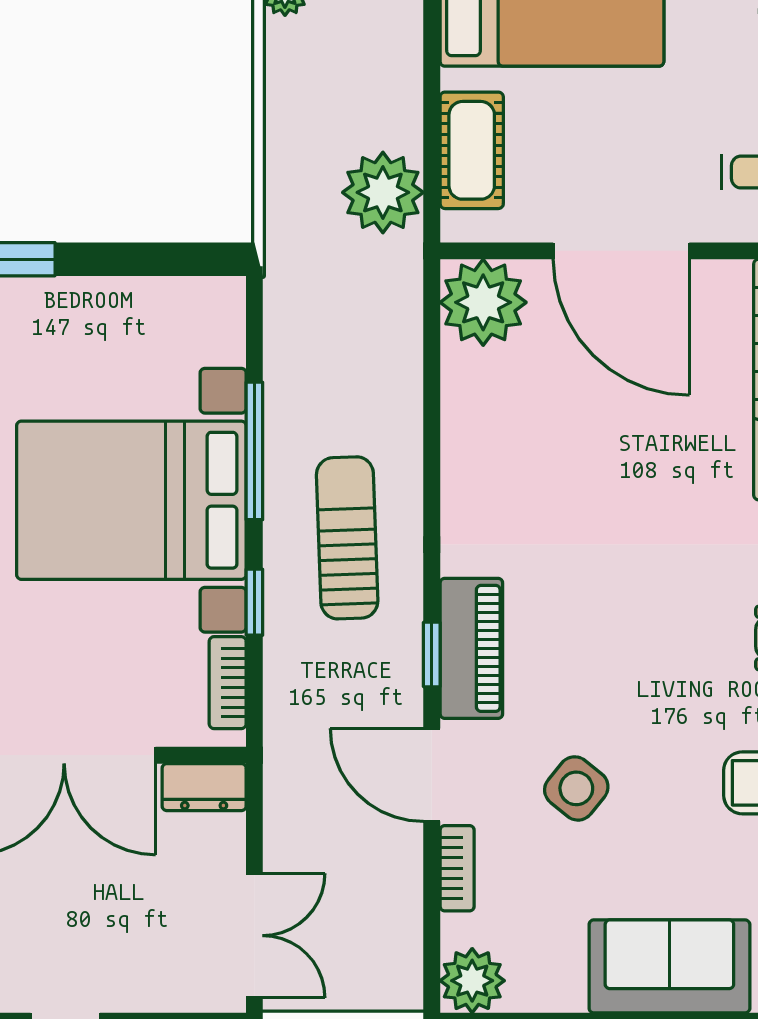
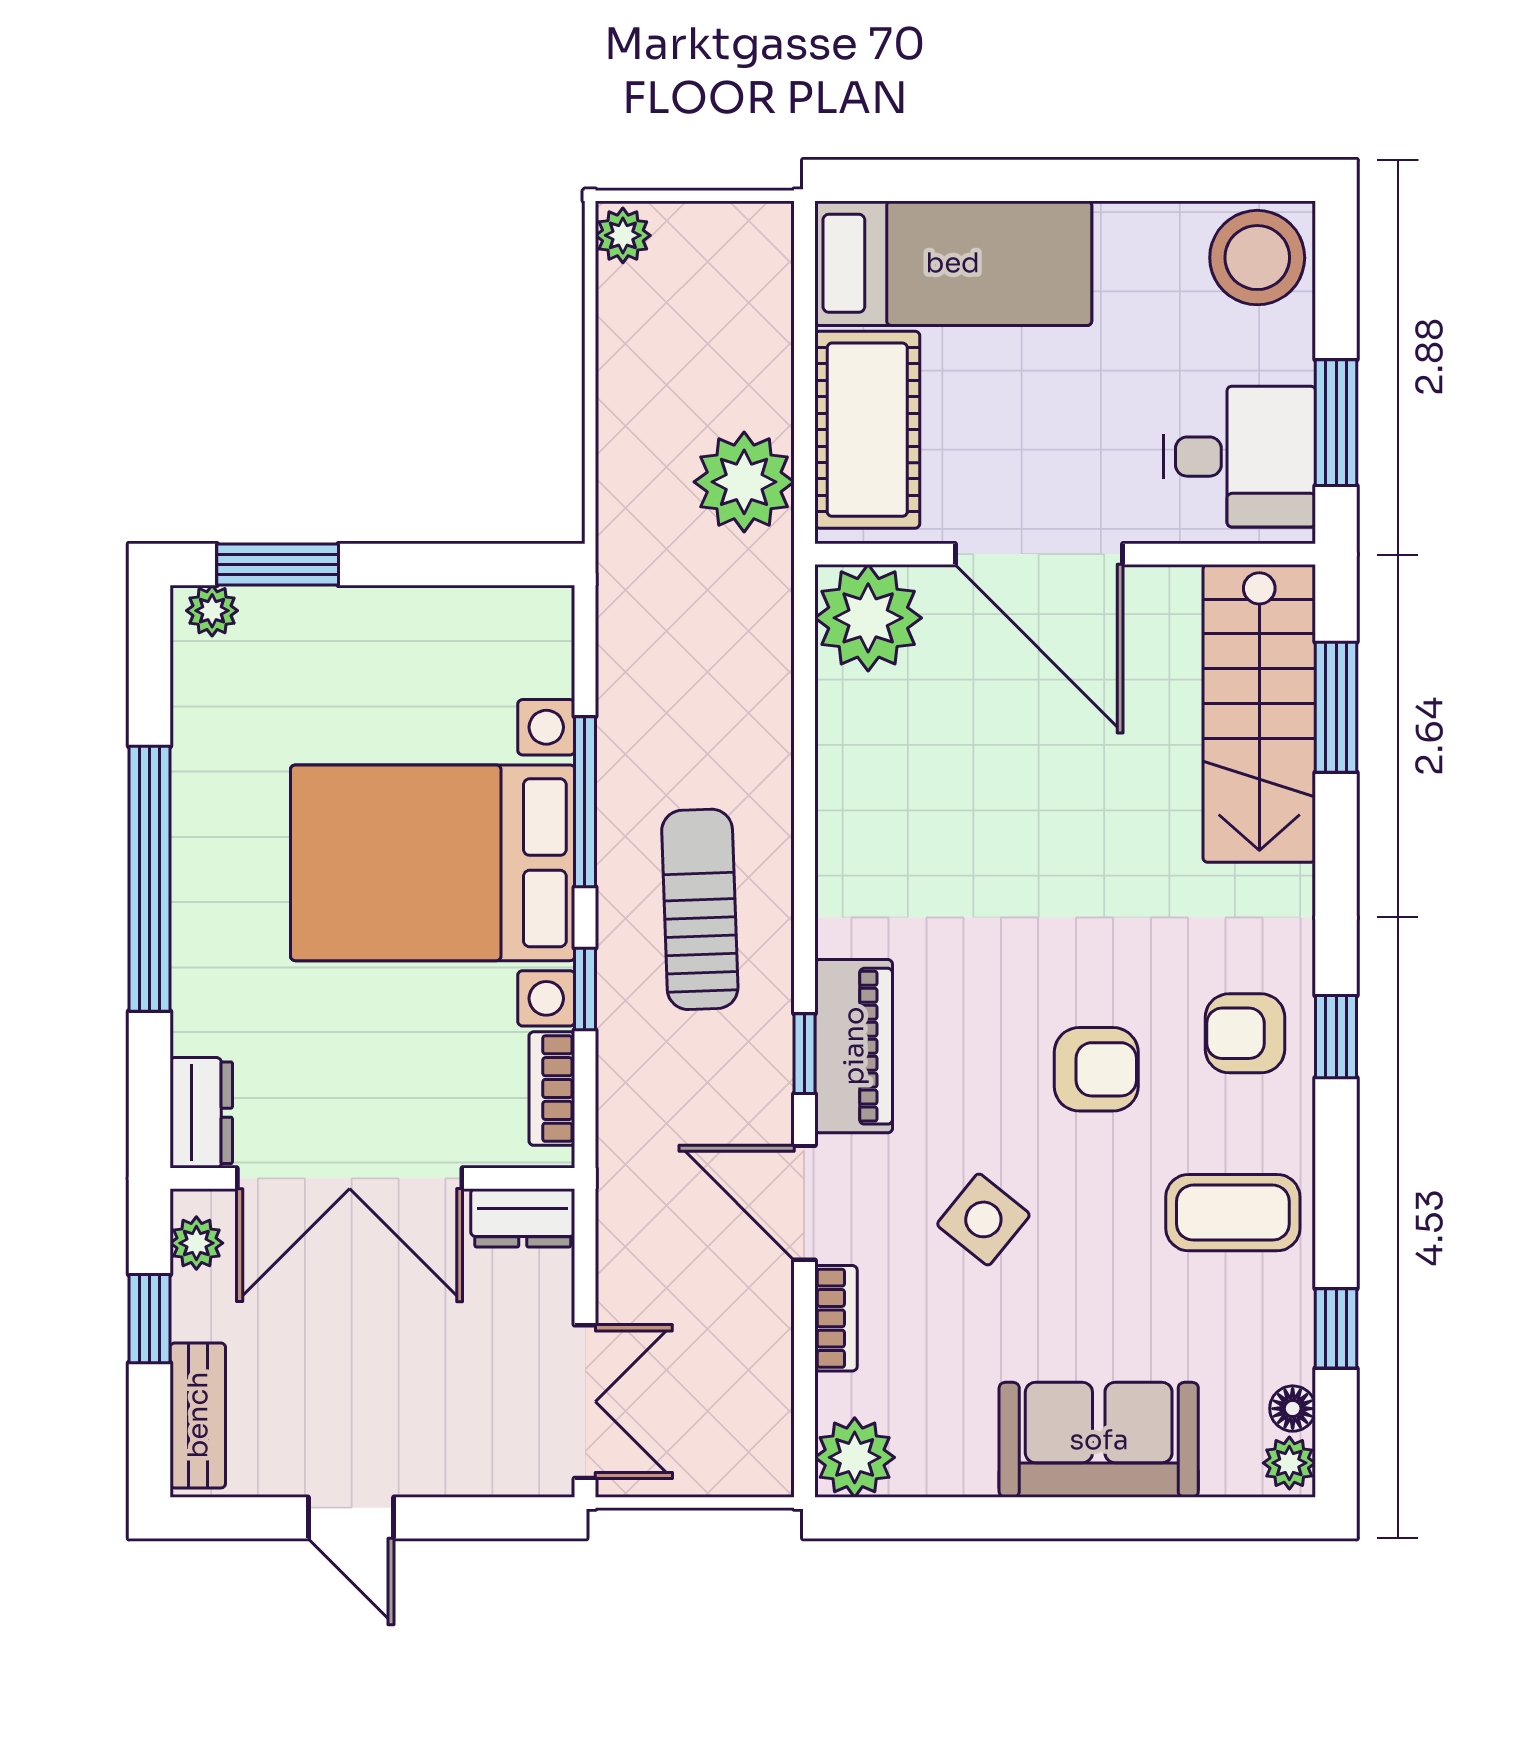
cot: (472, 150) -> (867, 430), width x1.37, depth x1.34
armchair: (667, 667) -> (1096, 1069), added

